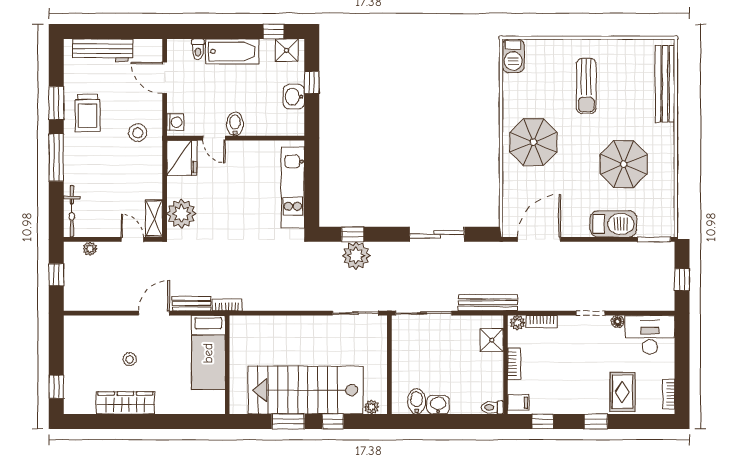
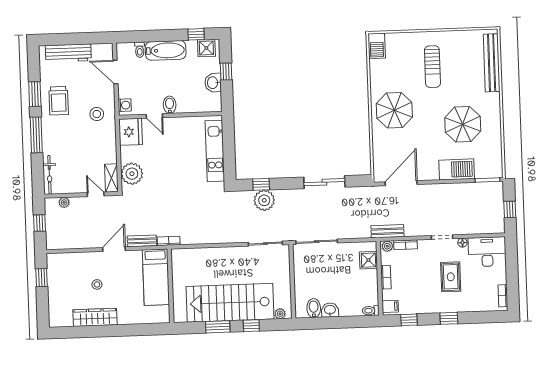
bench: (488, 303) -> (387, 231), moved, width x0.73
window: (56, 387) -> (42, 278), moved
rug: (622, 392) -> (451, 277), moved

